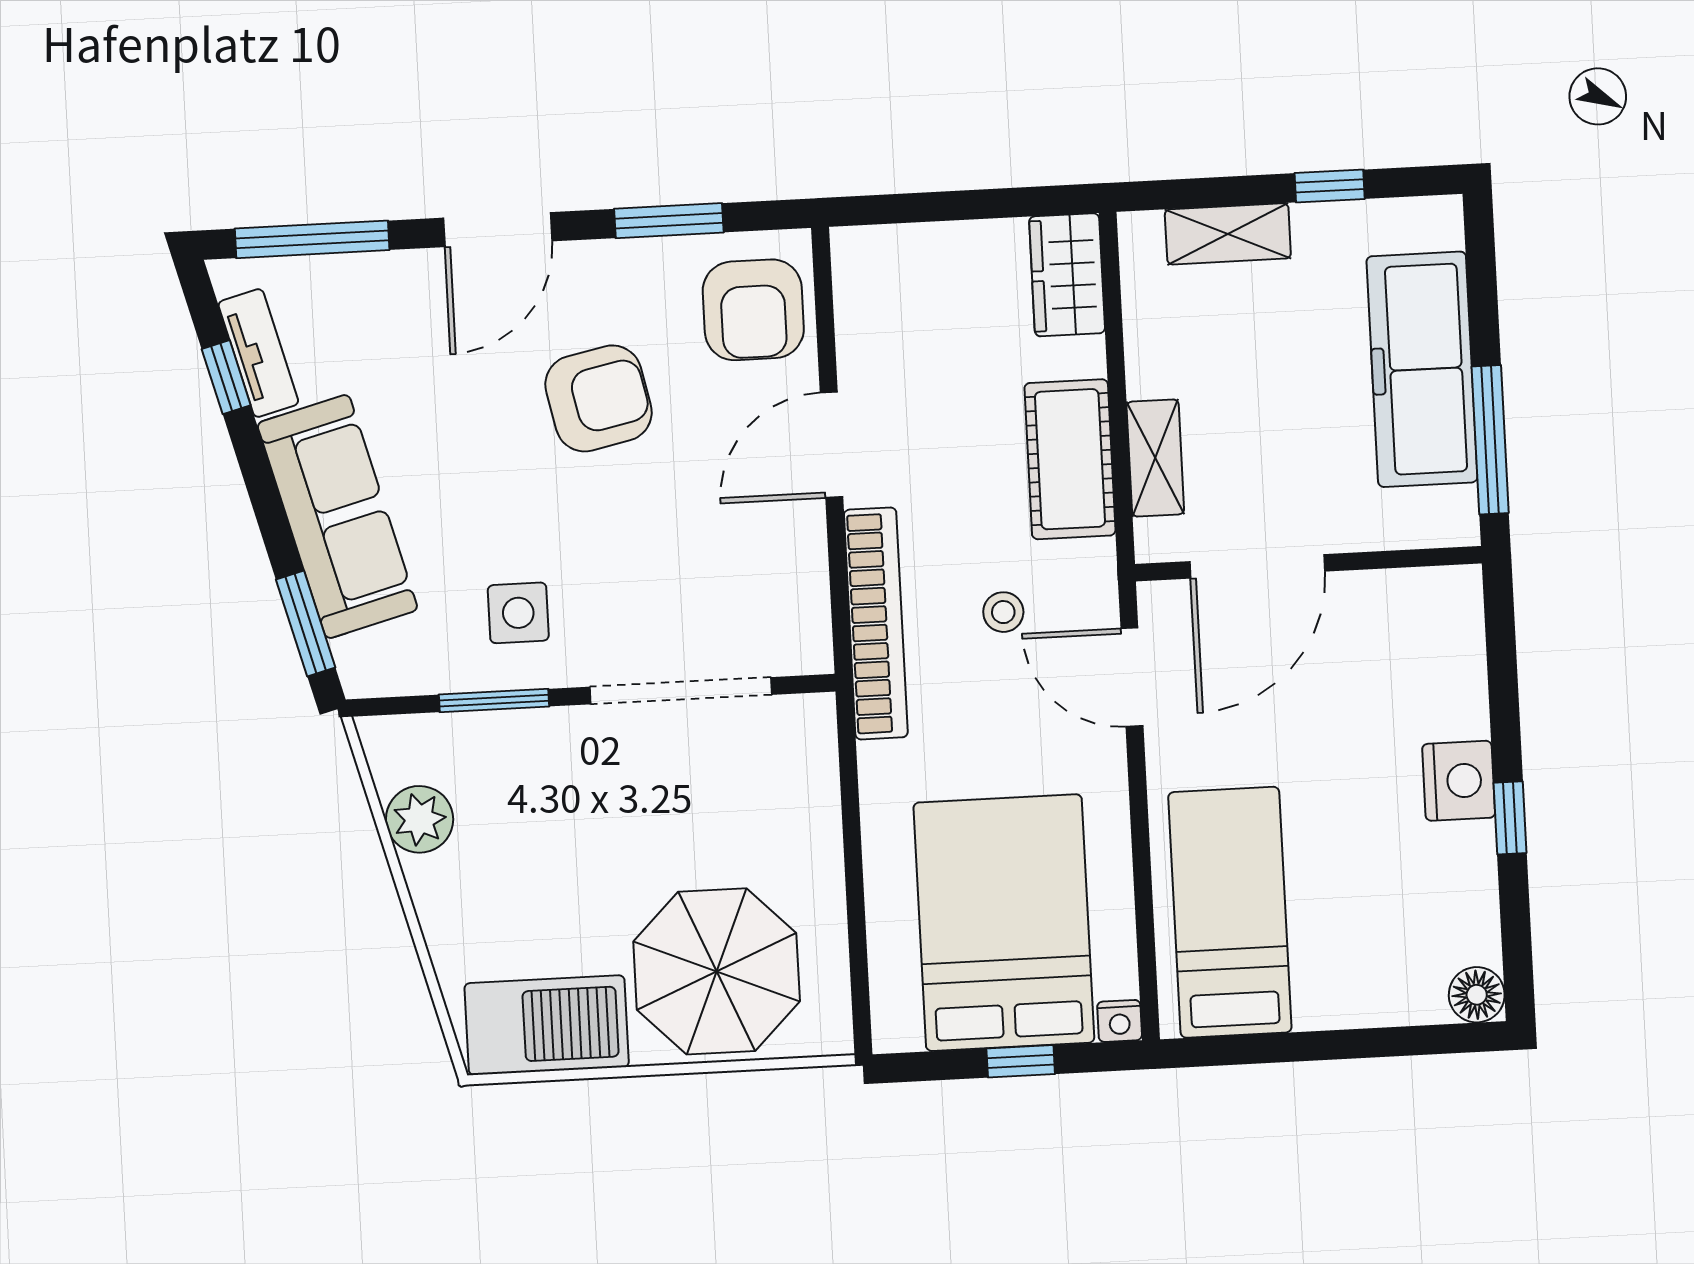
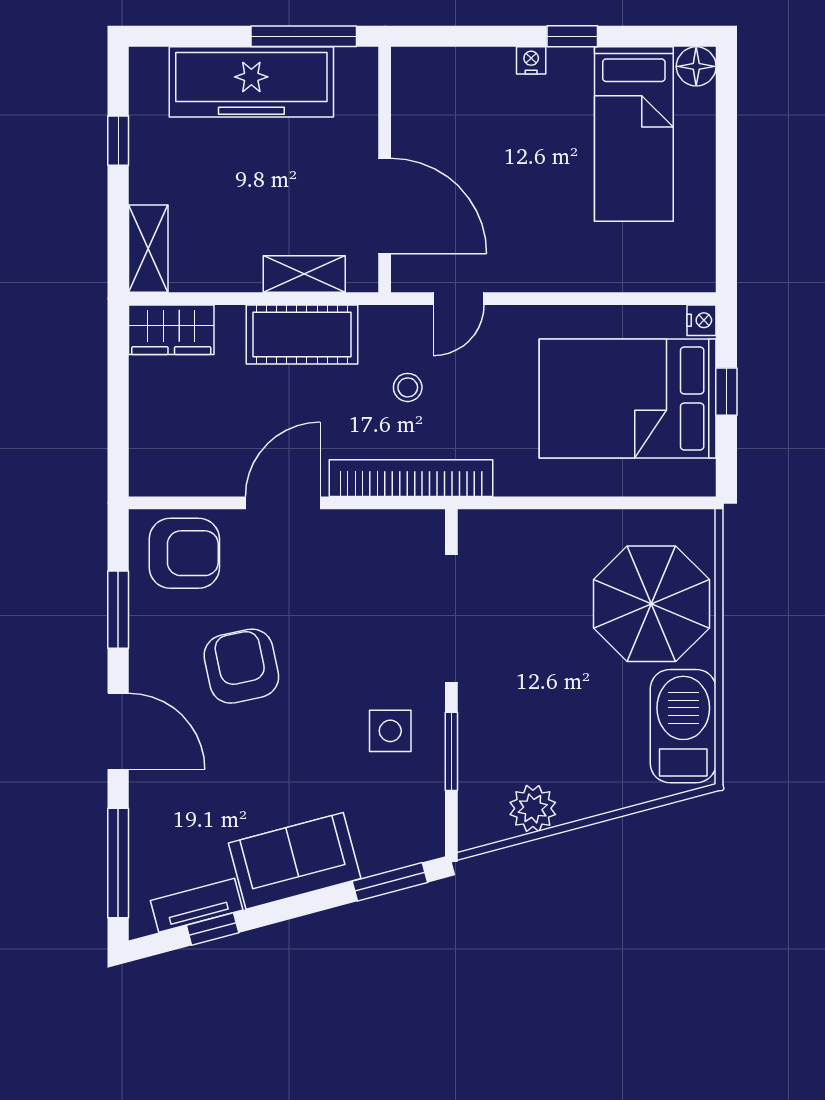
shelving: (1228, 234) -> (148, 249), moved
door: (831, 445) -> (283, 503), swing flipped
sofa: (337, 516) -> (295, 861), width x0.73
door: (1132, 677) -> (459, 299), width x0.73
nightstand: (1459, 781) -> (531, 60), width x0.53, depth x0.56
bed: (1230, 912) -> (634, 134), moved, turned -90

